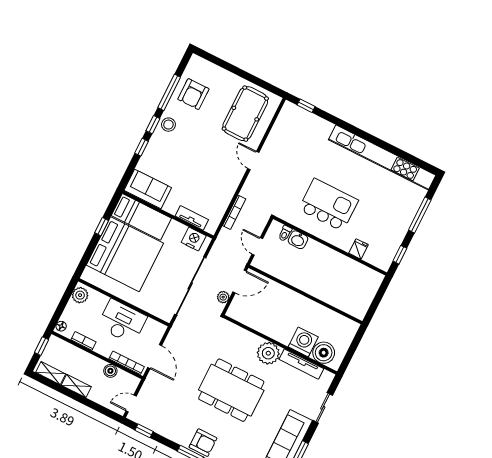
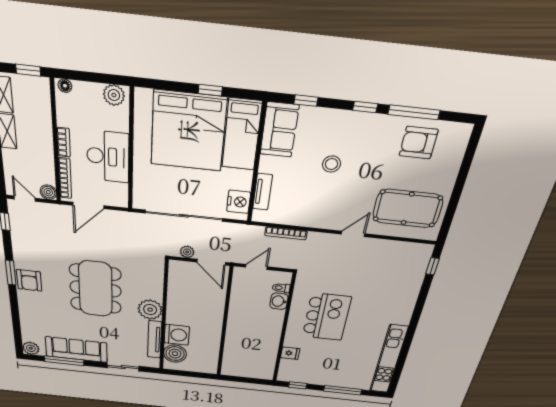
stool: (168, 125) -> (332, 164), moved
window: (142, 147) -> (306, 101), moved
kitchen unit: (382, 157) -> (389, 359), width x0.73
bookcase: (83, 341) -> (64, 142), moved
boiler: (110, 371) -> (48, 192), moved

